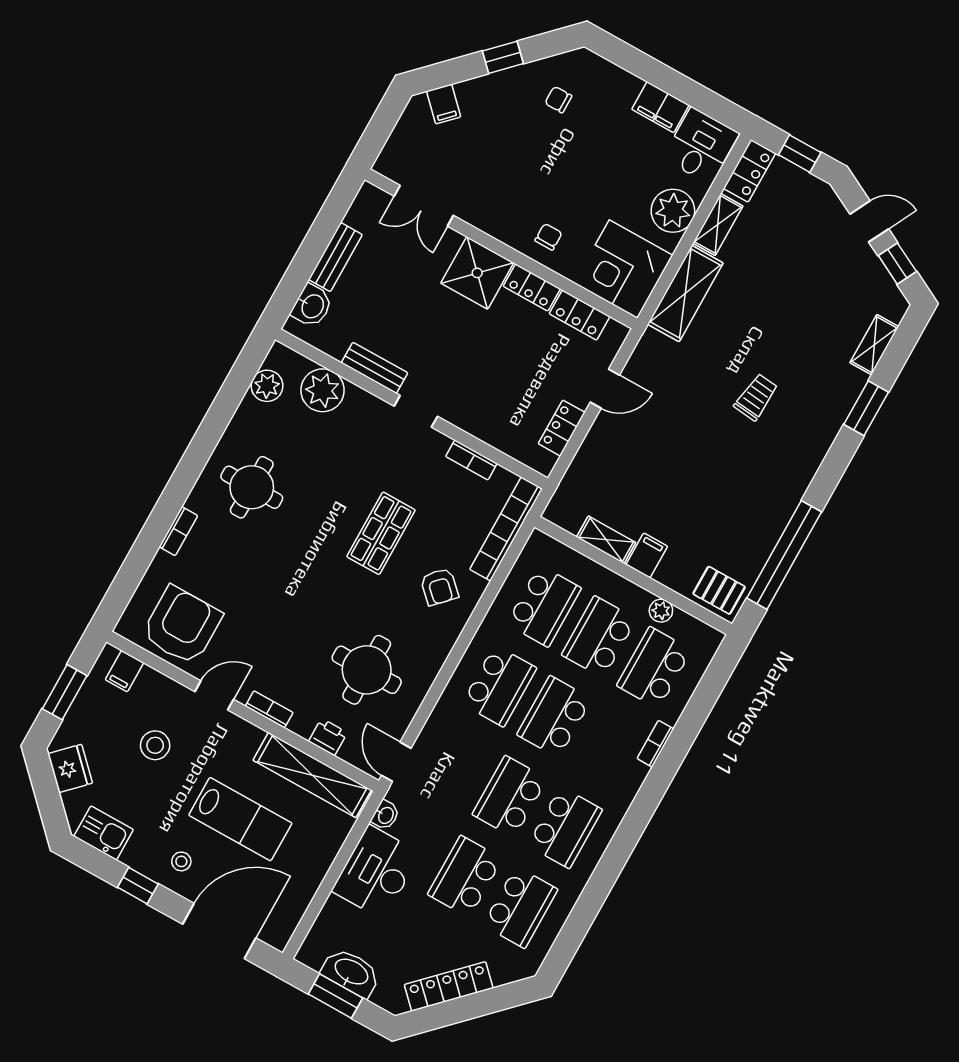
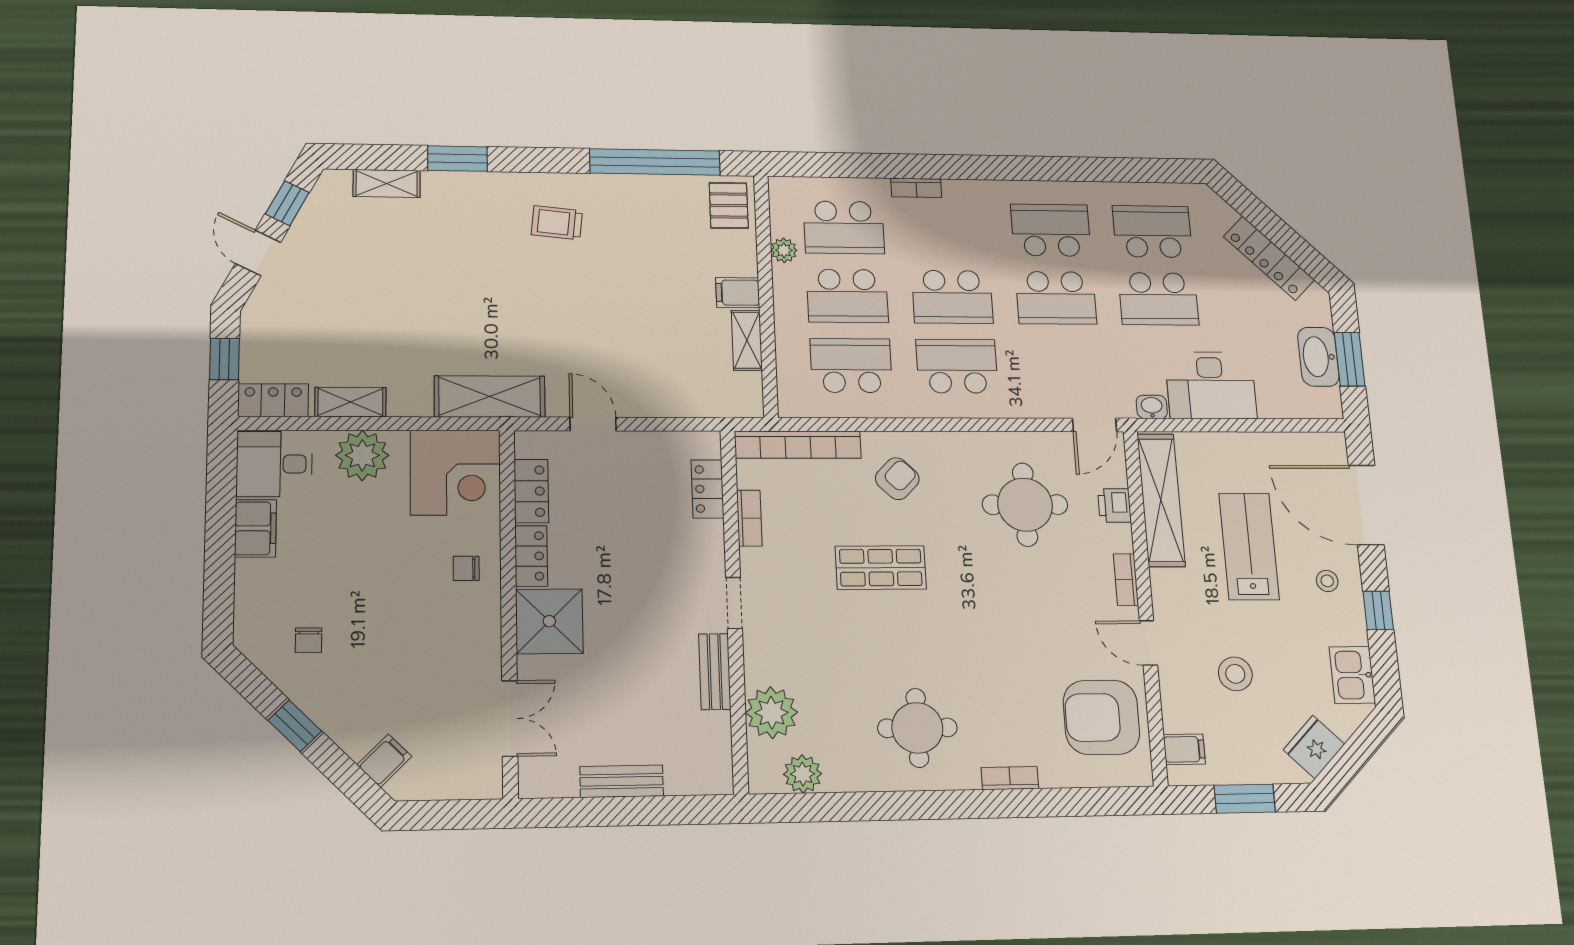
shelving: (685, 294) -> (490, 396), moved
washbasin: (312, 306) -> (689, 776), removed
trolley: (756, 397) -> (557, 223), moved
locker: (562, 428) -> (707, 489), moved, turned 90

